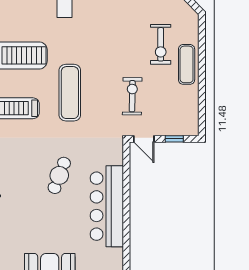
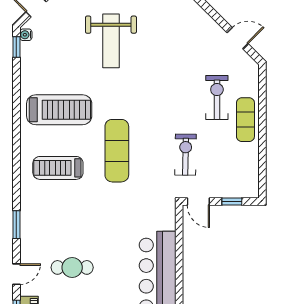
exercise bike: (161, 44) -> (217, 97), turned 180
cafe table: (59, 175) -> (72, 267), moved, turned 69

